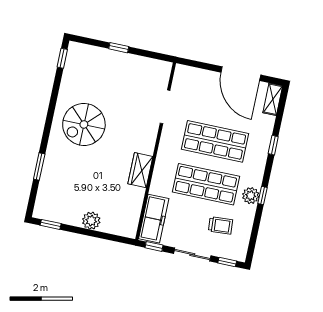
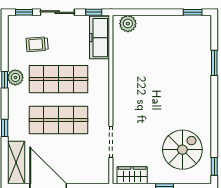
shelving: (273, 99) -> (16, 163), width x1.50, depth x1.33
spiral stairs: (84, 124) -> (182, 150), moved
wardrobe: (140, 170) -> (132, 175), moved, turned -90
plant: (91, 221) -> (128, 24), moved

